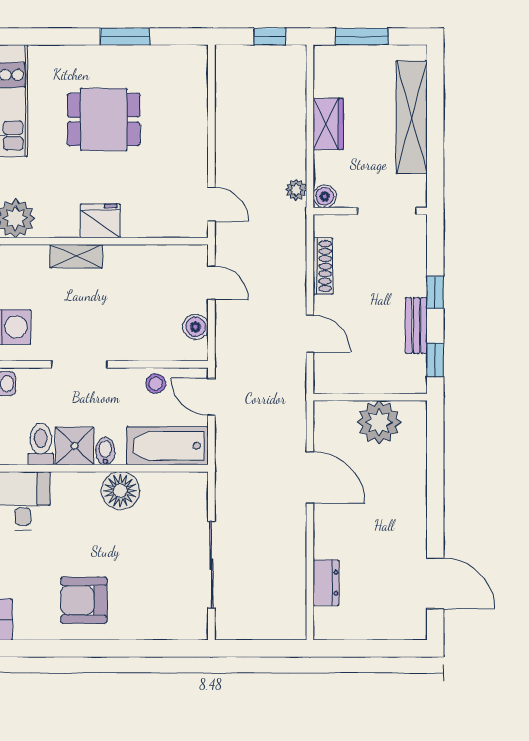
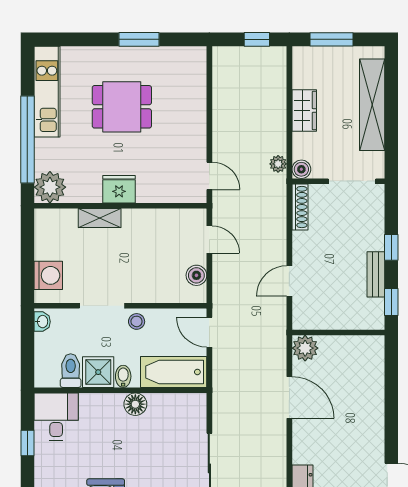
shoe rack: (323, 266) -> (300, 207), moved
door: (310, 334) -> (289, 281), swing flipped
stool: (156, 384) -> (137, 321), moved
plant: (379, 422) -> (305, 348), moved, width x0.73, depth x0.73
floor lamp: (120, 491) -> (135, 404), width x0.73, depth x0.73

